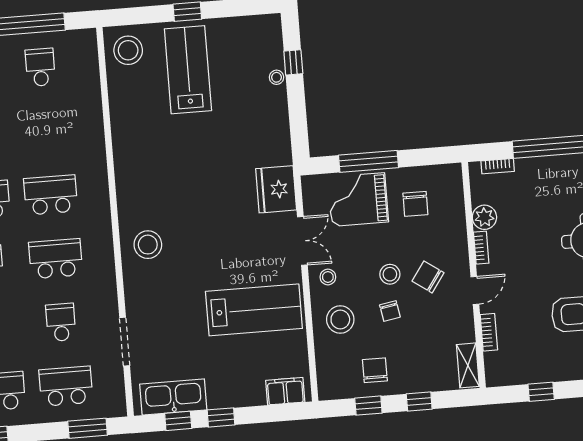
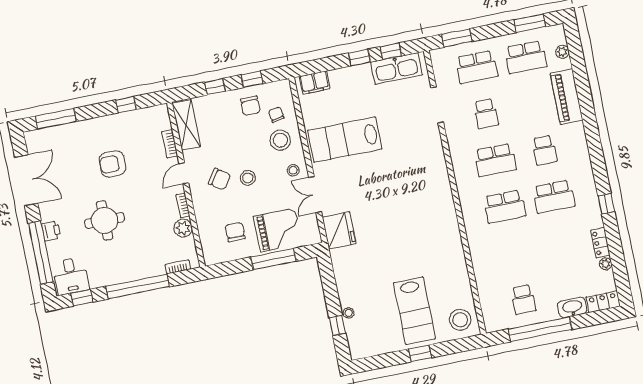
stool: (148, 245) -> (429, 178), removed
chair: (390, 311) -> (276, 115), moved
shelving: (468, 365) -> (186, 125), width x1.50, depth x1.33

